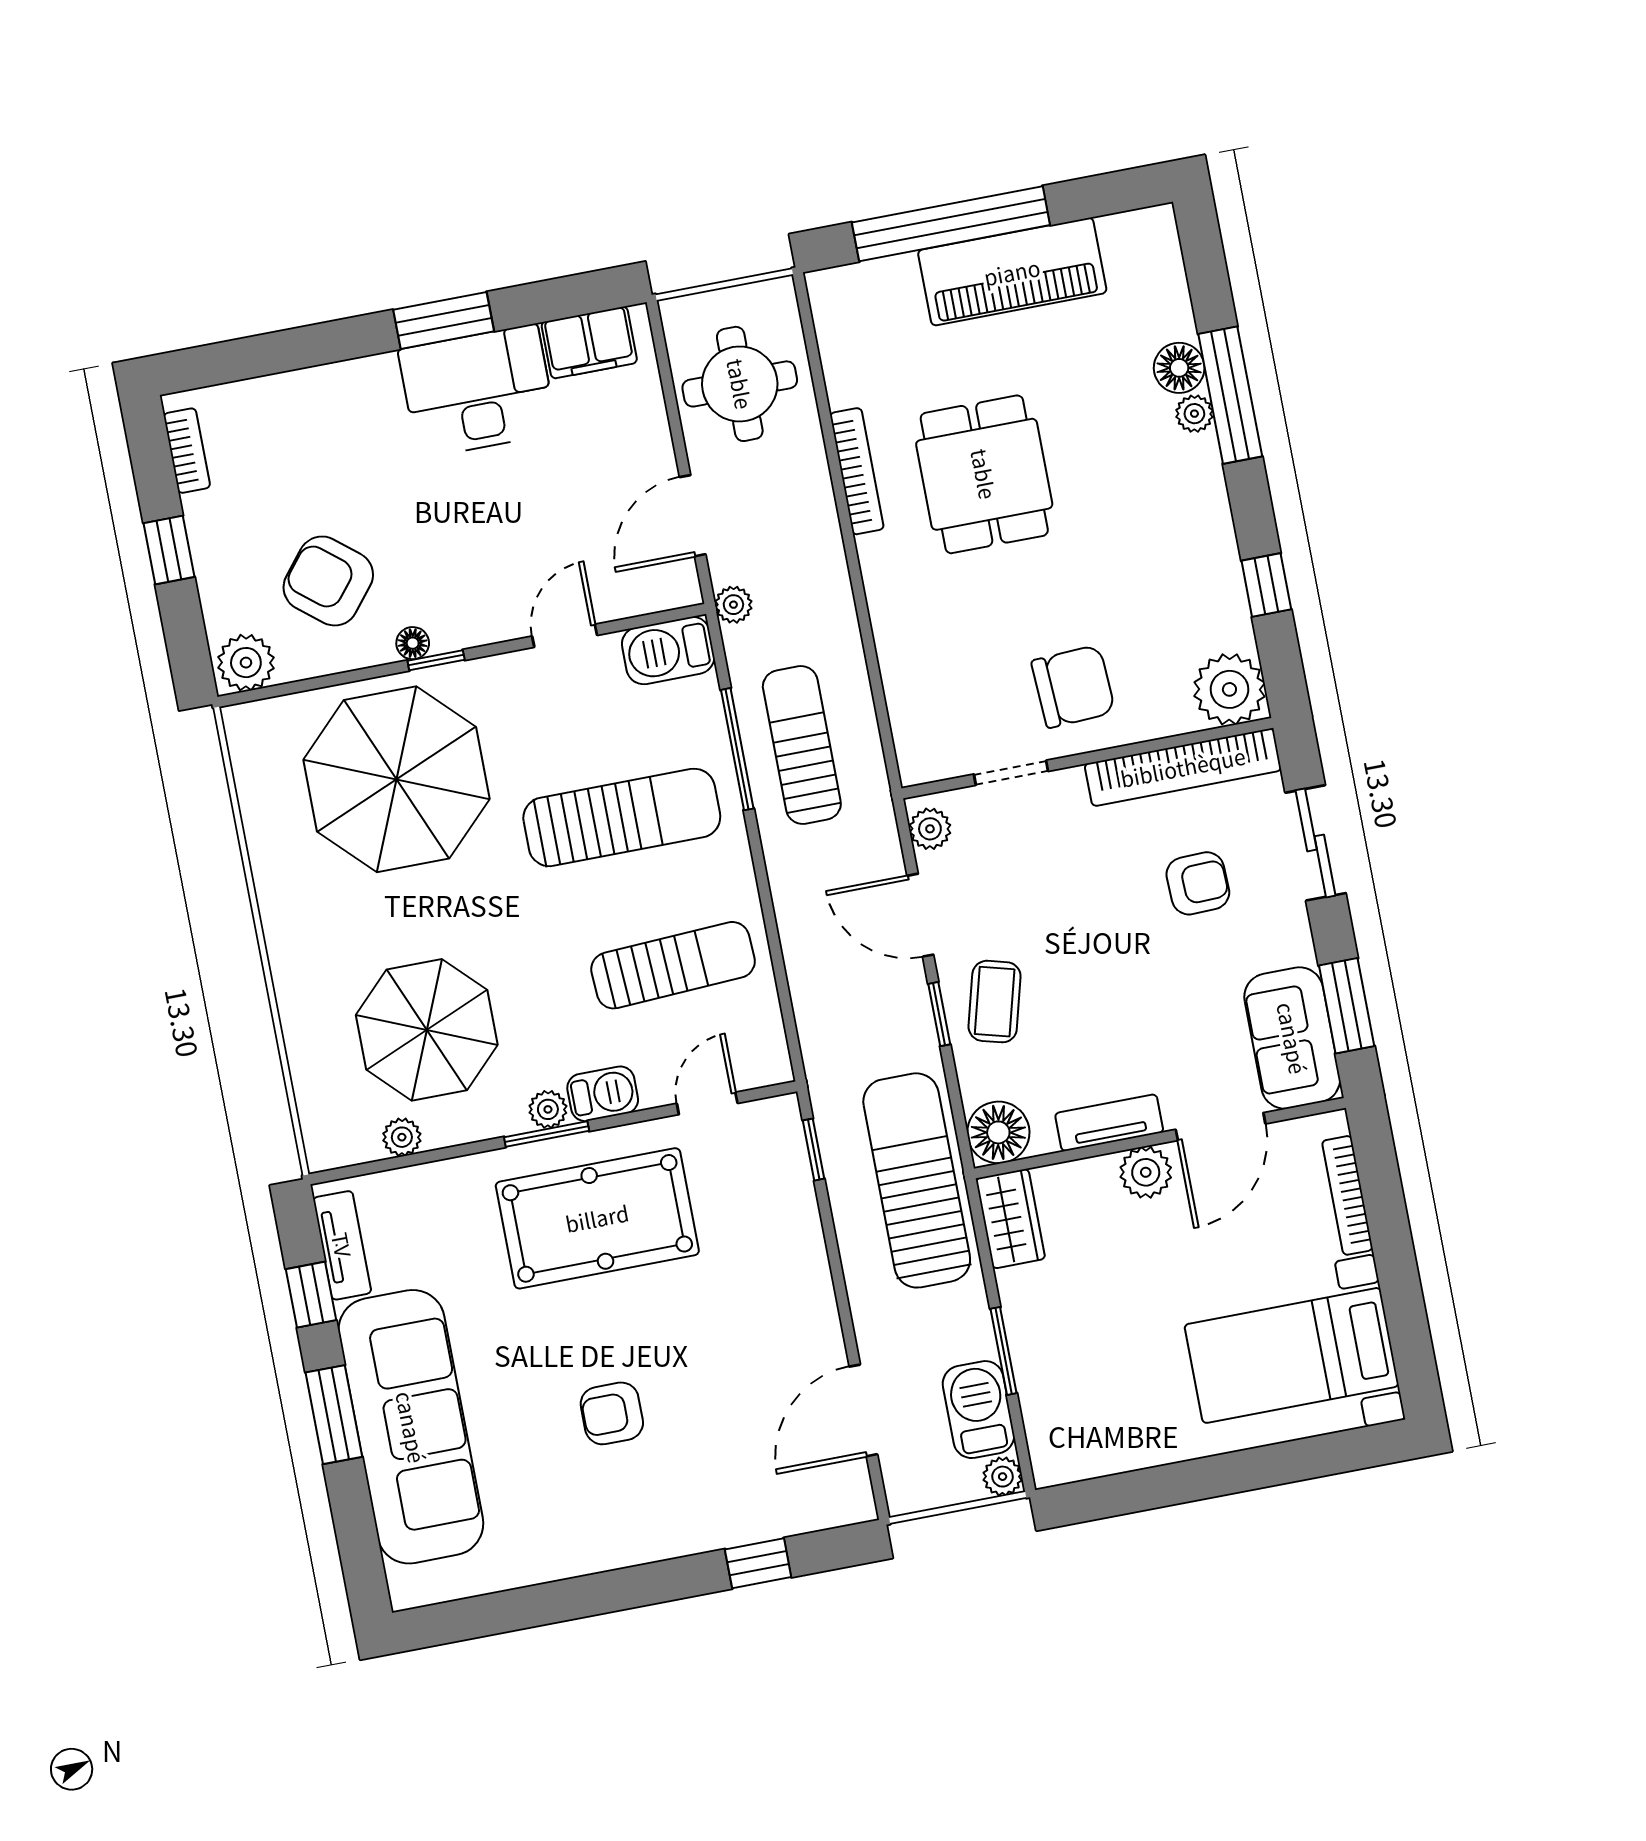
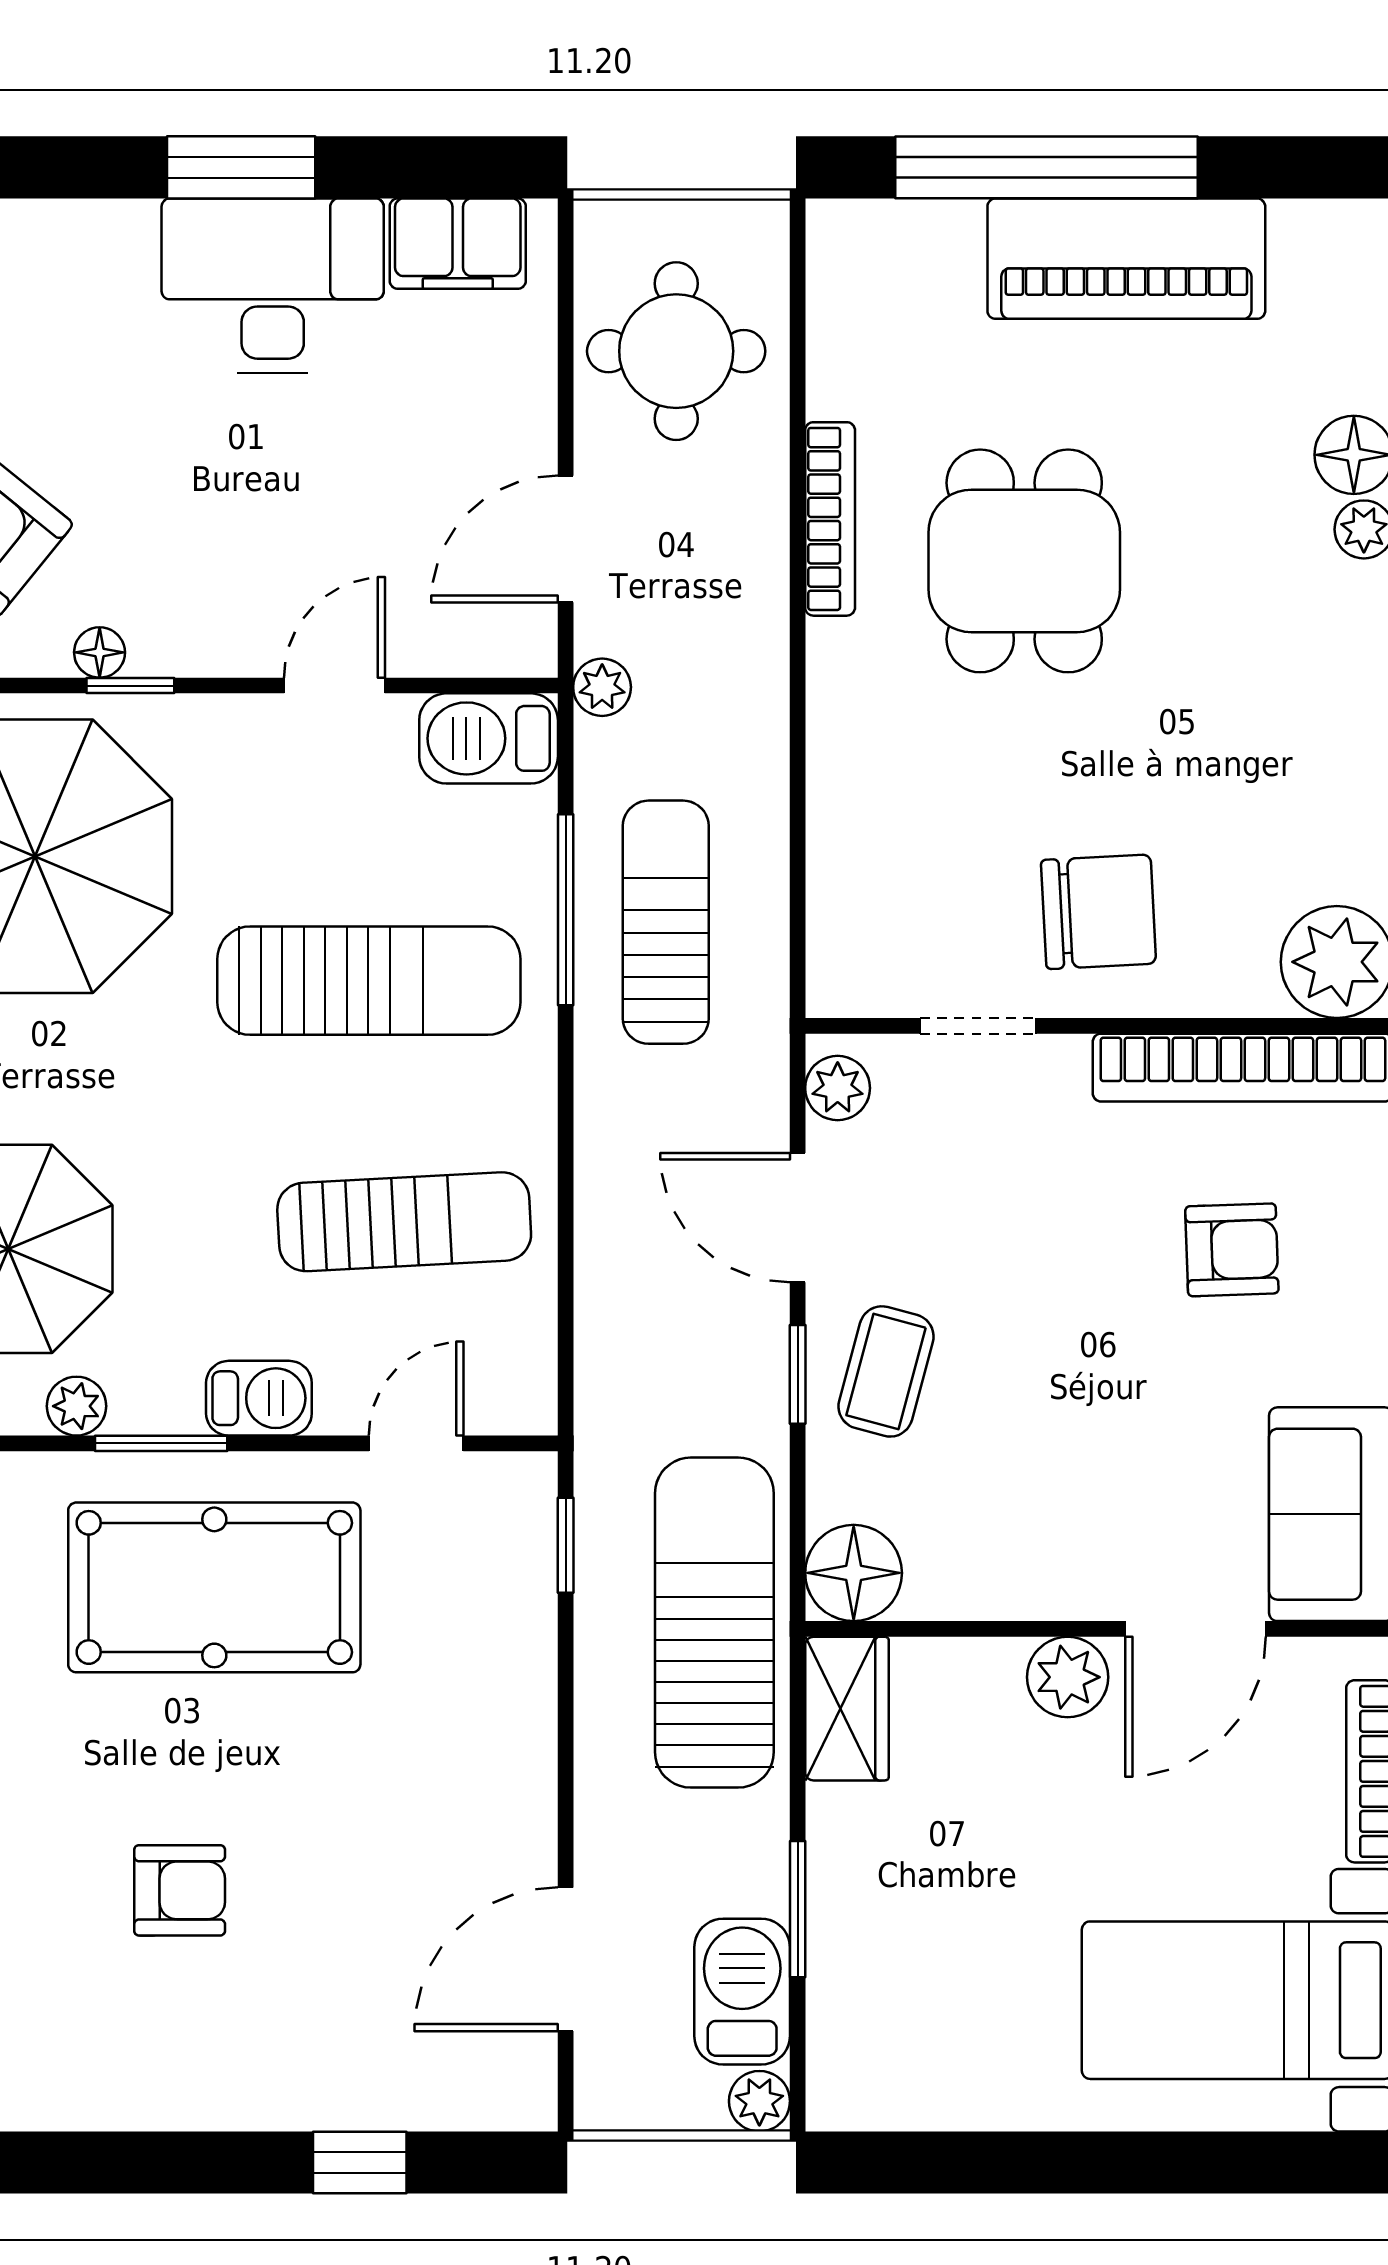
plant: (548, 1109) -> (77, 1406), moved
tv unit: (1109, 1123) -> (1026, 1590), removed
armchair: (612, 1413) -> (180, 1890), turned 180

